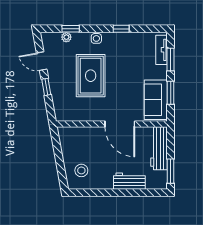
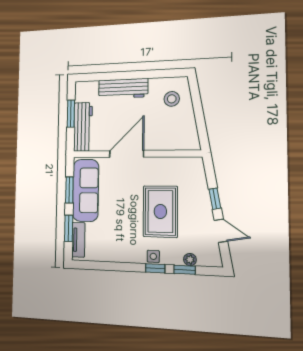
window: (121, 29) -> (155, 268), moved
sofa: (156, 100) -> (86, 190), width x1.36
door: (120, 124) -> (127, 154), hinge flipped
window: (171, 171) -> (71, 114), moved
workbench: (129, 181) -> (123, 89), width x1.37

